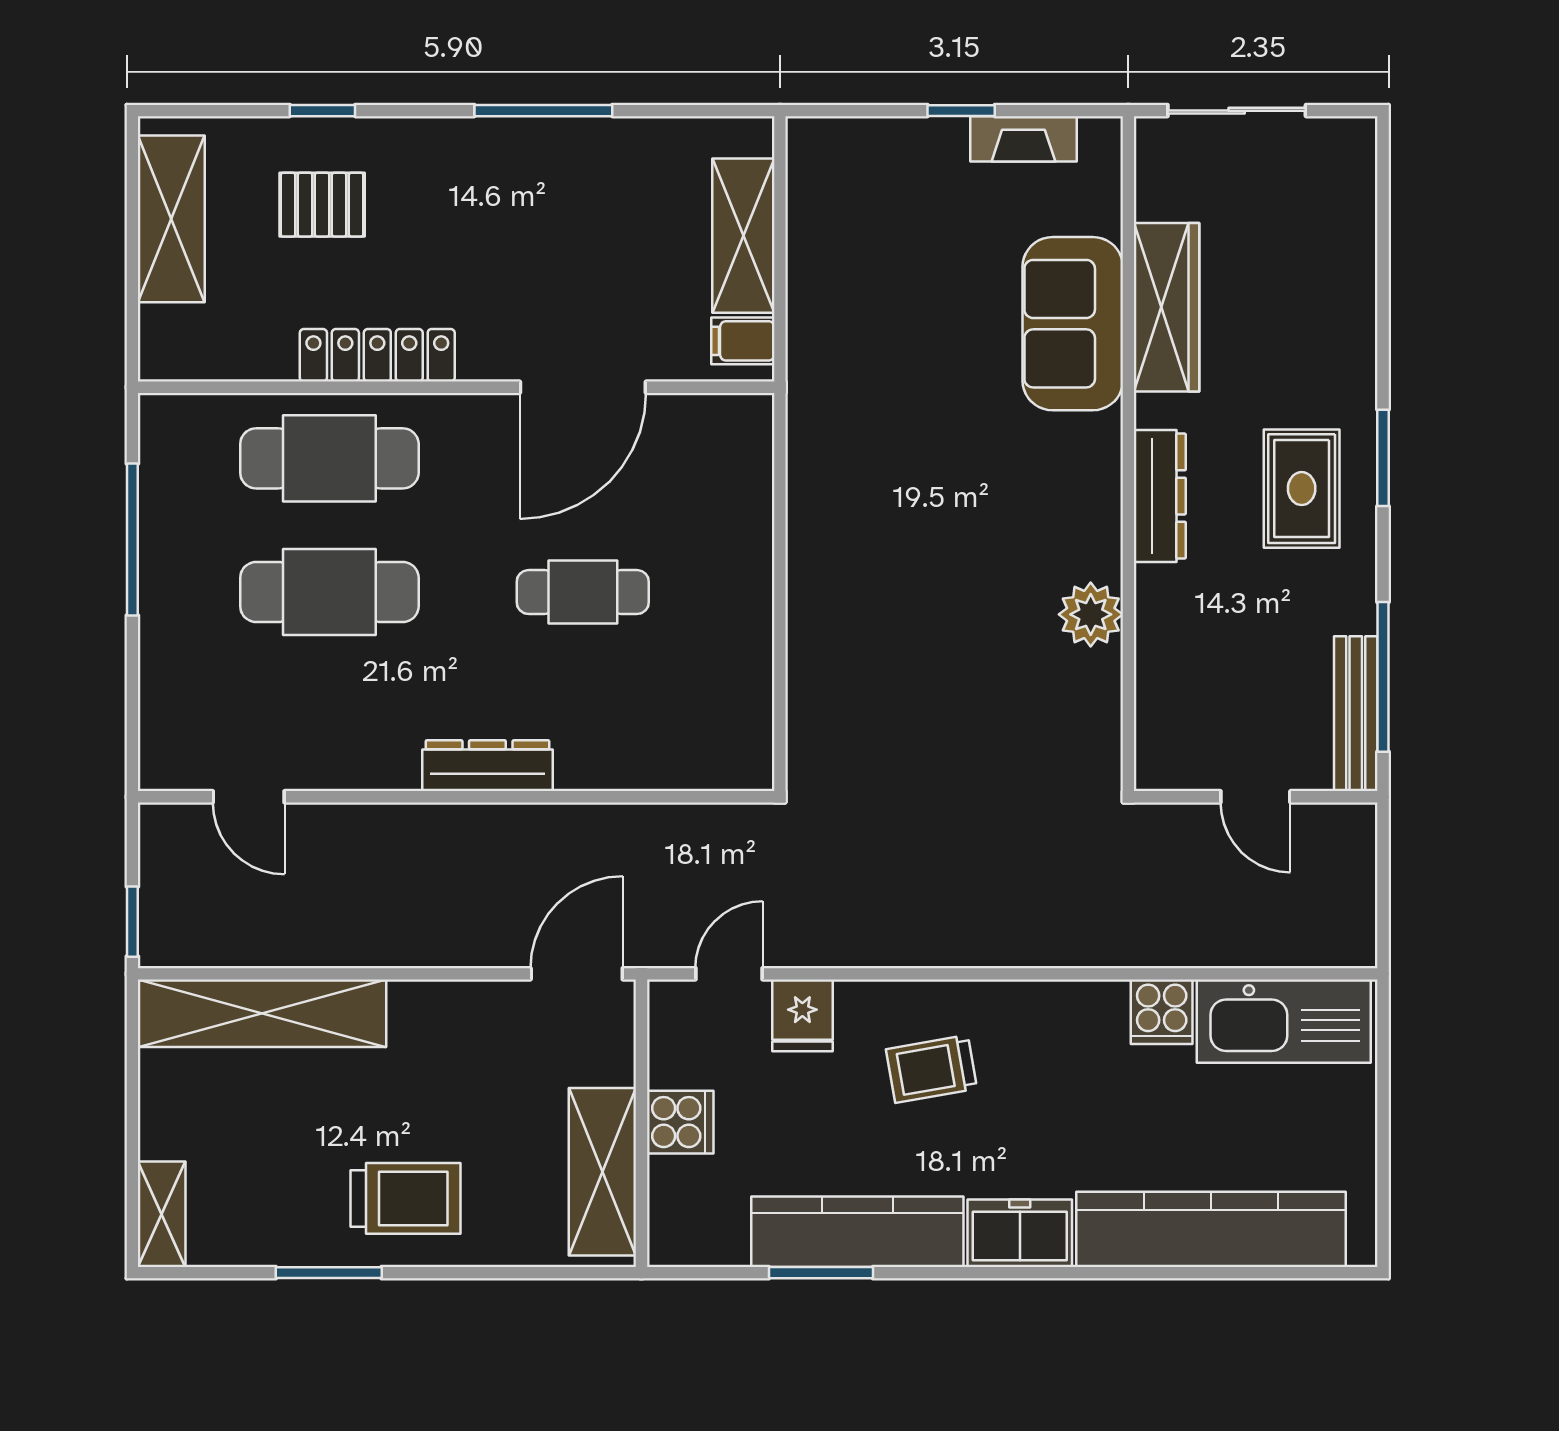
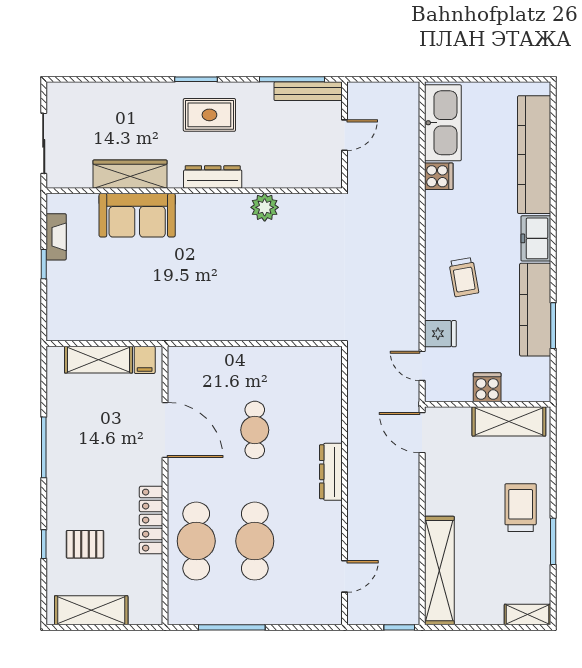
pallet: (322, 205) -> (85, 544), turned 90

